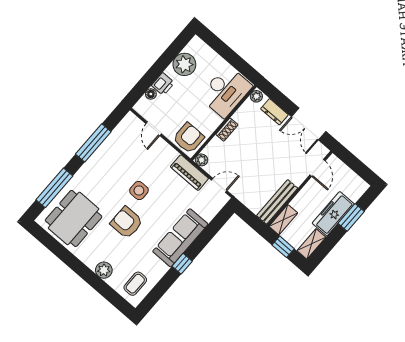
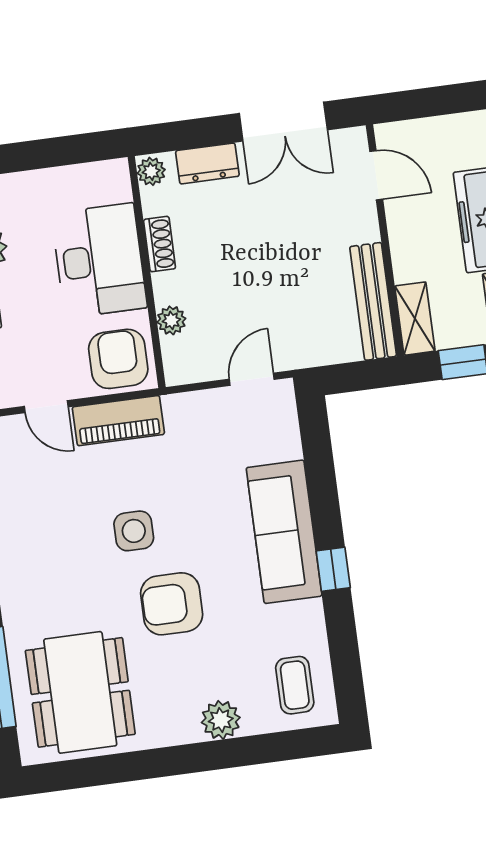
desk: (226, 91) -> (99, 260), moved
shoe rack: (227, 130) -> (160, 244), moved
plant: (201, 160) -> (171, 320), moved
piano: (189, 173) -> (118, 421), moved

